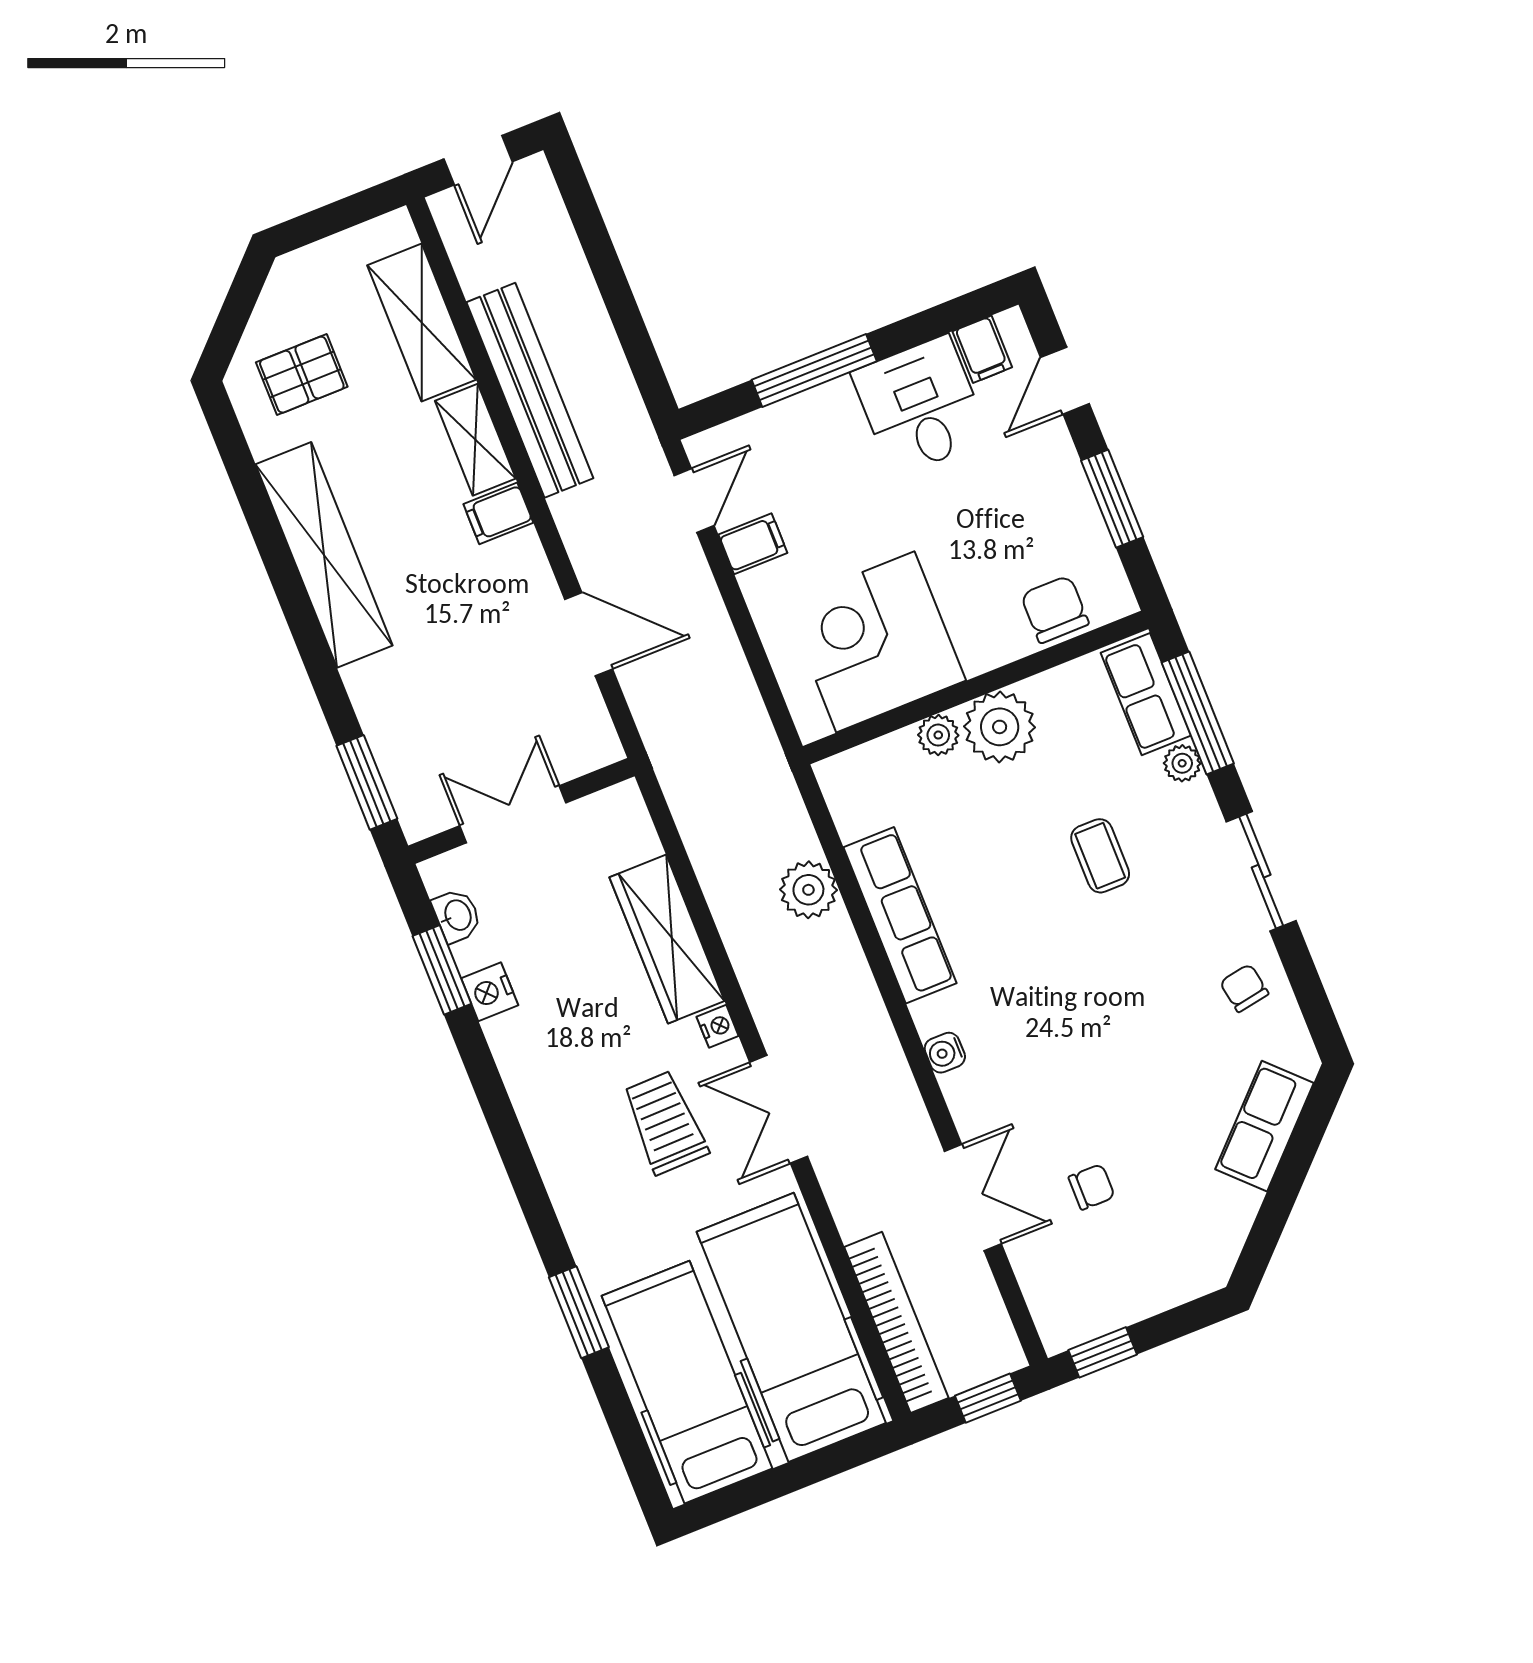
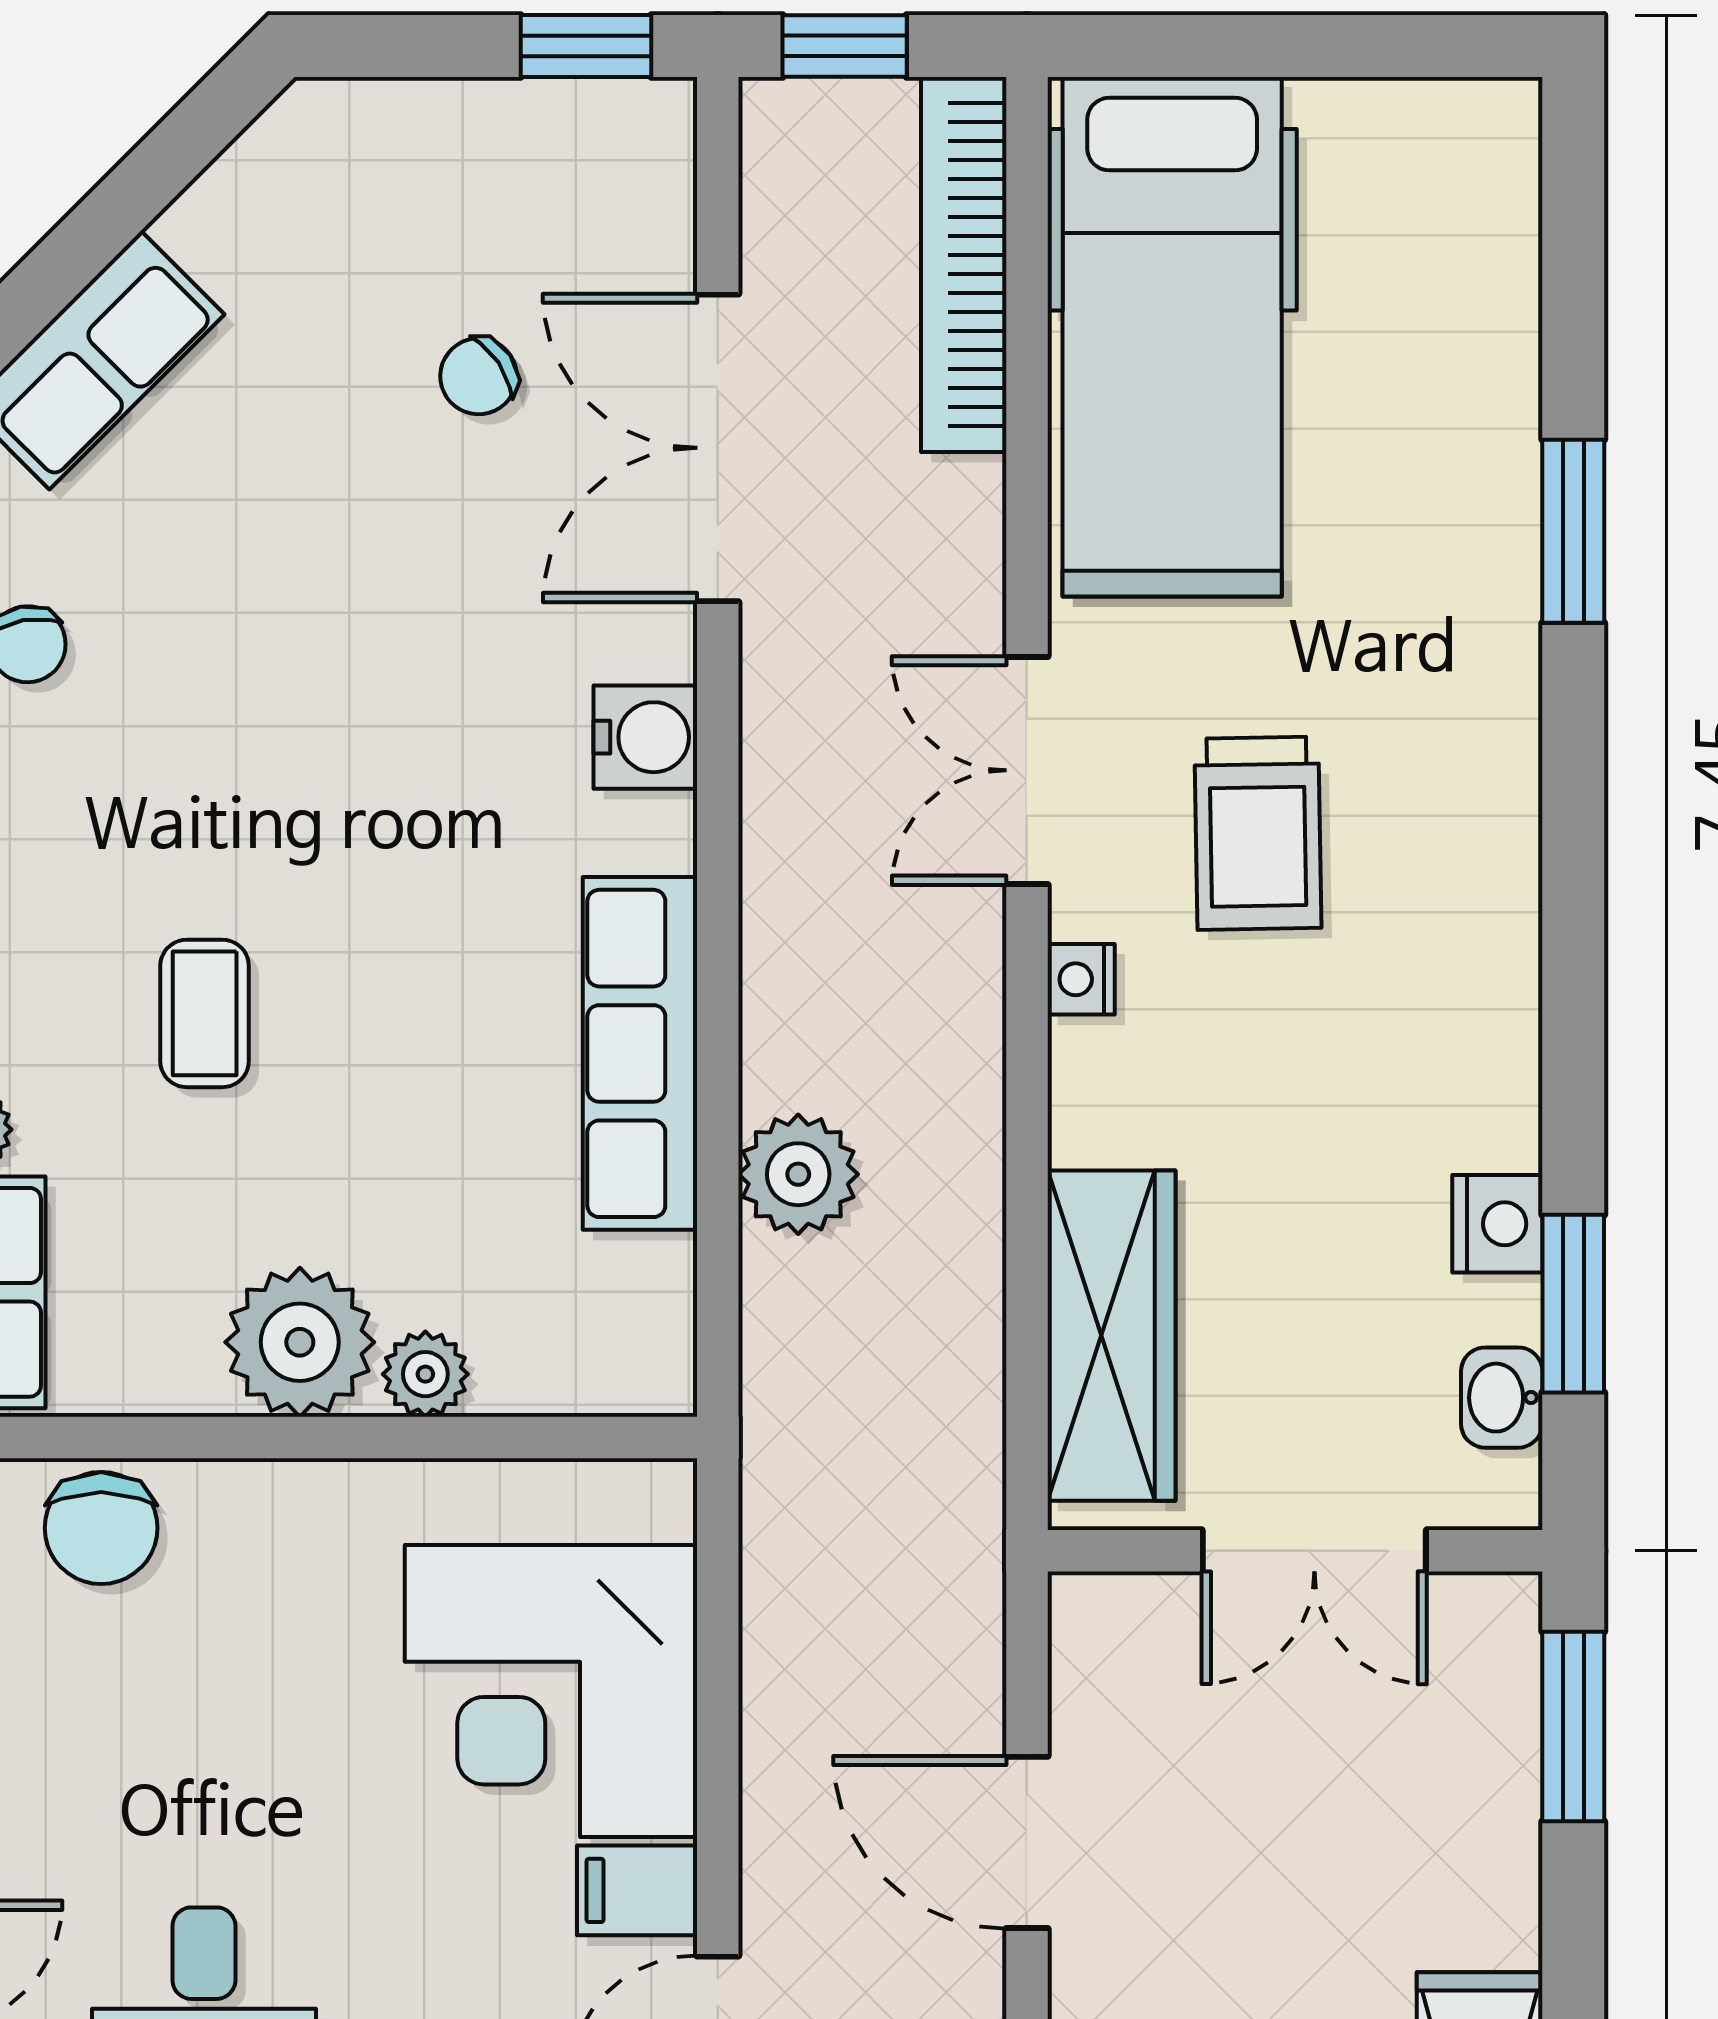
corner desk: (875, 642) -> (551, 1691), moved, turned 90
wardrobe: (667, 939) -> (1112, 1336), moved
water cooler: (945, 1053) -> (645, 737), width x1.38, depth x1.38
double door: (779, 1109) -> (1027, 770), swing flipped
chair: (1092, 1187) -> (479, 376), turned -34
double door: (973, 1198) -> (718, 448), width x1.37
hospital bed: (687, 1382) -> (1417, 311), removed

